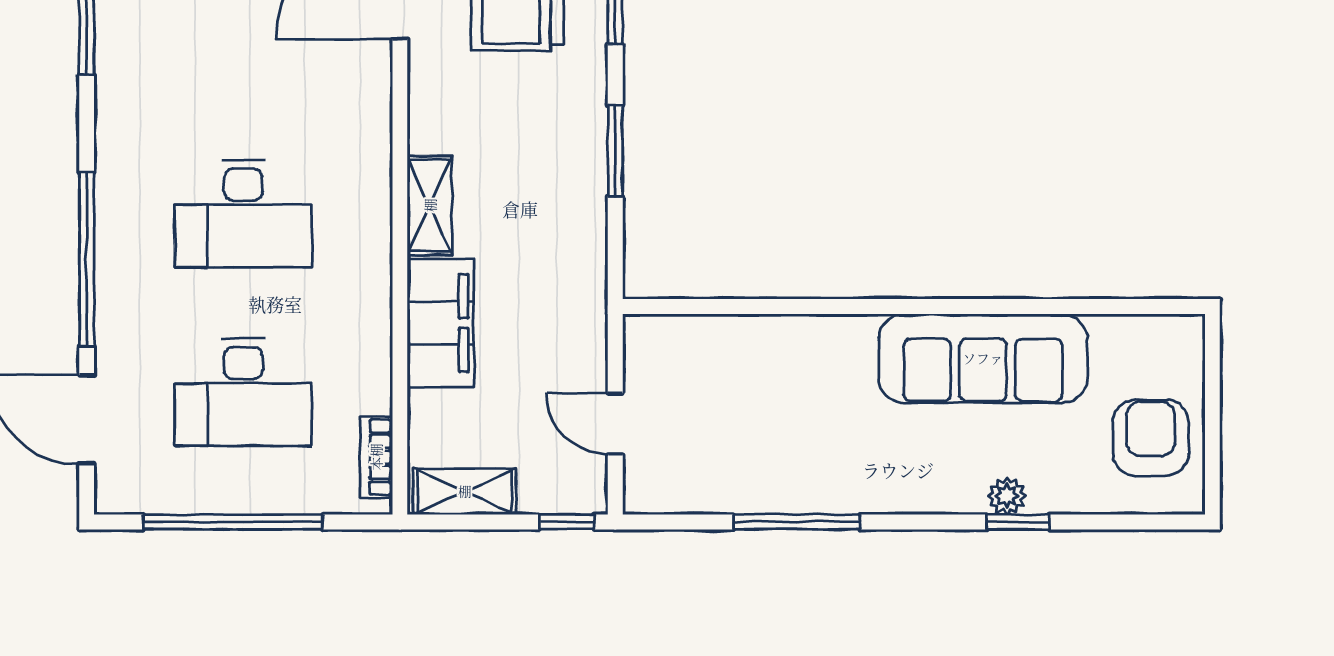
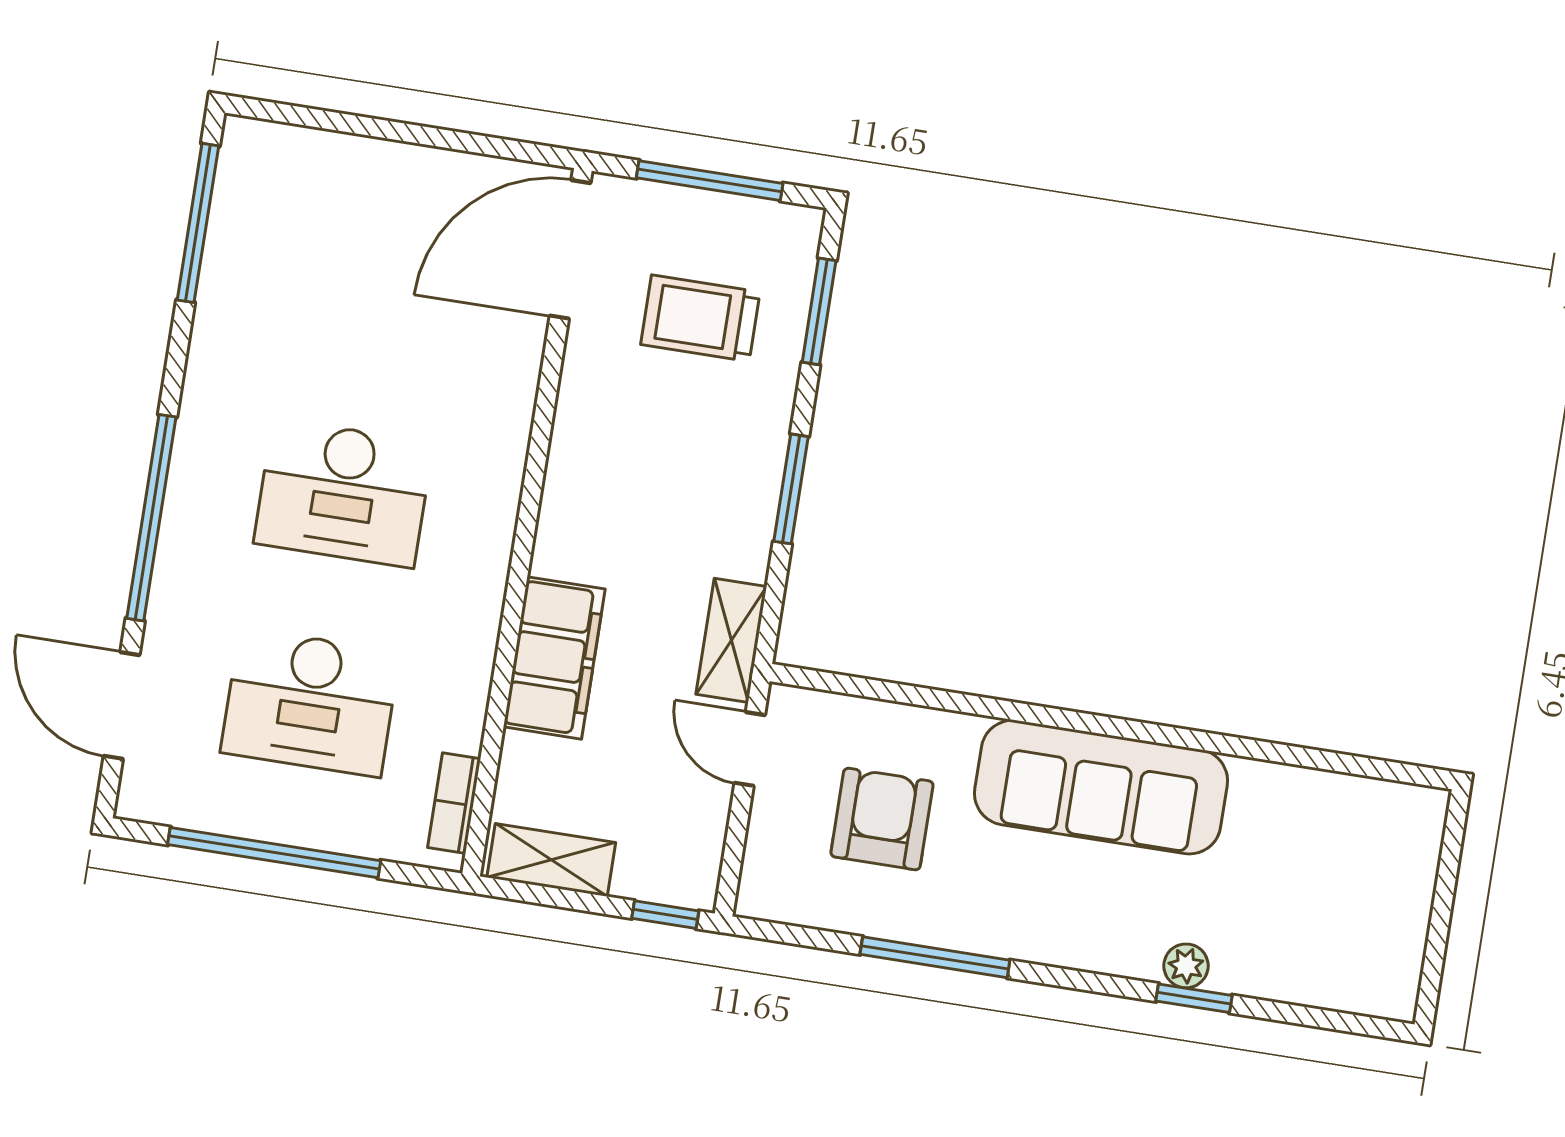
shelving: (430, 205) -> (731, 640), moved
sofa: (983, 358) -> (1101, 787), moved
door: (615, 424) -> (750, 749), moved
armchair: (1151, 438) -> (882, 819), moved

